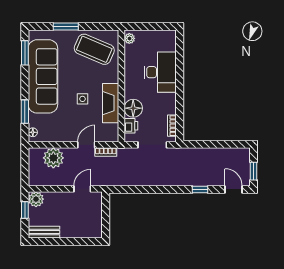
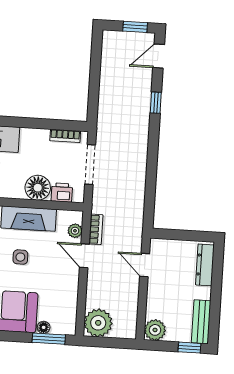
window: (25, 112) -> (49, 339), moved
floor lamp: (33, 132) -> (44, 327), moved
plant: (104, 137) -> (75, 231), added
plant: (53, 158) -> (98, 323), moved
window: (25, 210) -> (189, 348), moved
dresser: (85, 232) -> (205, 265), added

